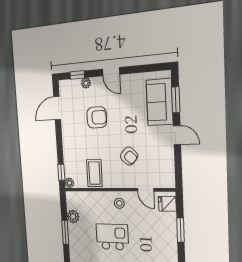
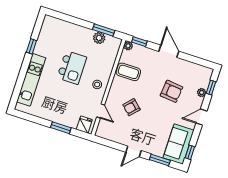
window: (154, 68) -> (190, 152), added
sofa: (160, 102) -> (179, 144), moved, turned -90
door: (57, 108) -> (169, 51), moved
armchair: (97, 117) -> (171, 91), turned -84
door: (146, 190) -> (101, 111), swing flipped
window: (65, 232) -> (104, 30), moved

